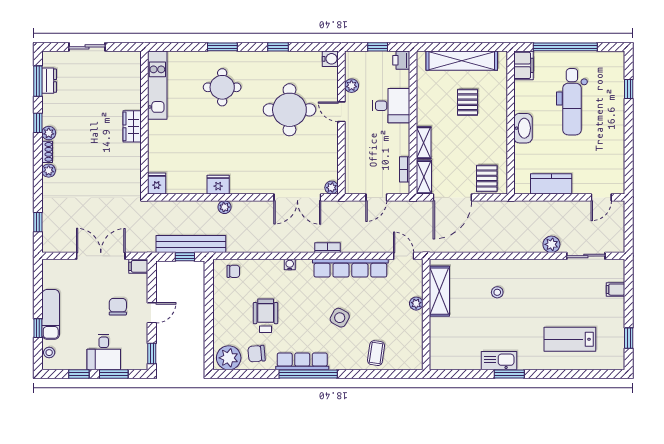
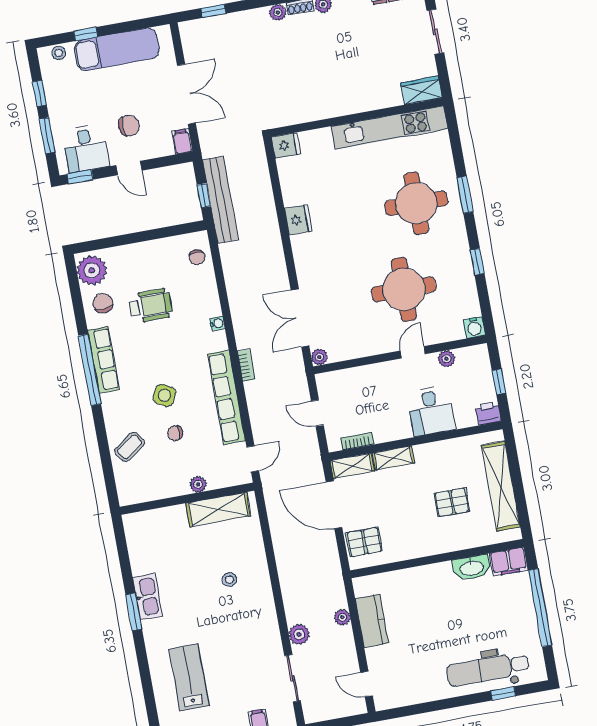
kitchen unit: (157, 85) -> (390, 127), width x1.36
round table: (222, 87) -> (416, 203), width x1.36, depth x1.36
dental chair: (572, 102) -> (488, 669), moved
wardrobe: (132, 126) -> (421, 90), moved
washbasin: (523, 128) -> (472, 568), moved
plant: (225, 207) -> (342, 617), moved
exam couch: (51, 314) -> (117, 49), width x1.36, depth x1.45
chair: (372, 315) -> (175, 433), added
desk: (104, 352) -> (86, 148), moved, turned -90
coffee table: (376, 353) -> (130, 447), turned -43

